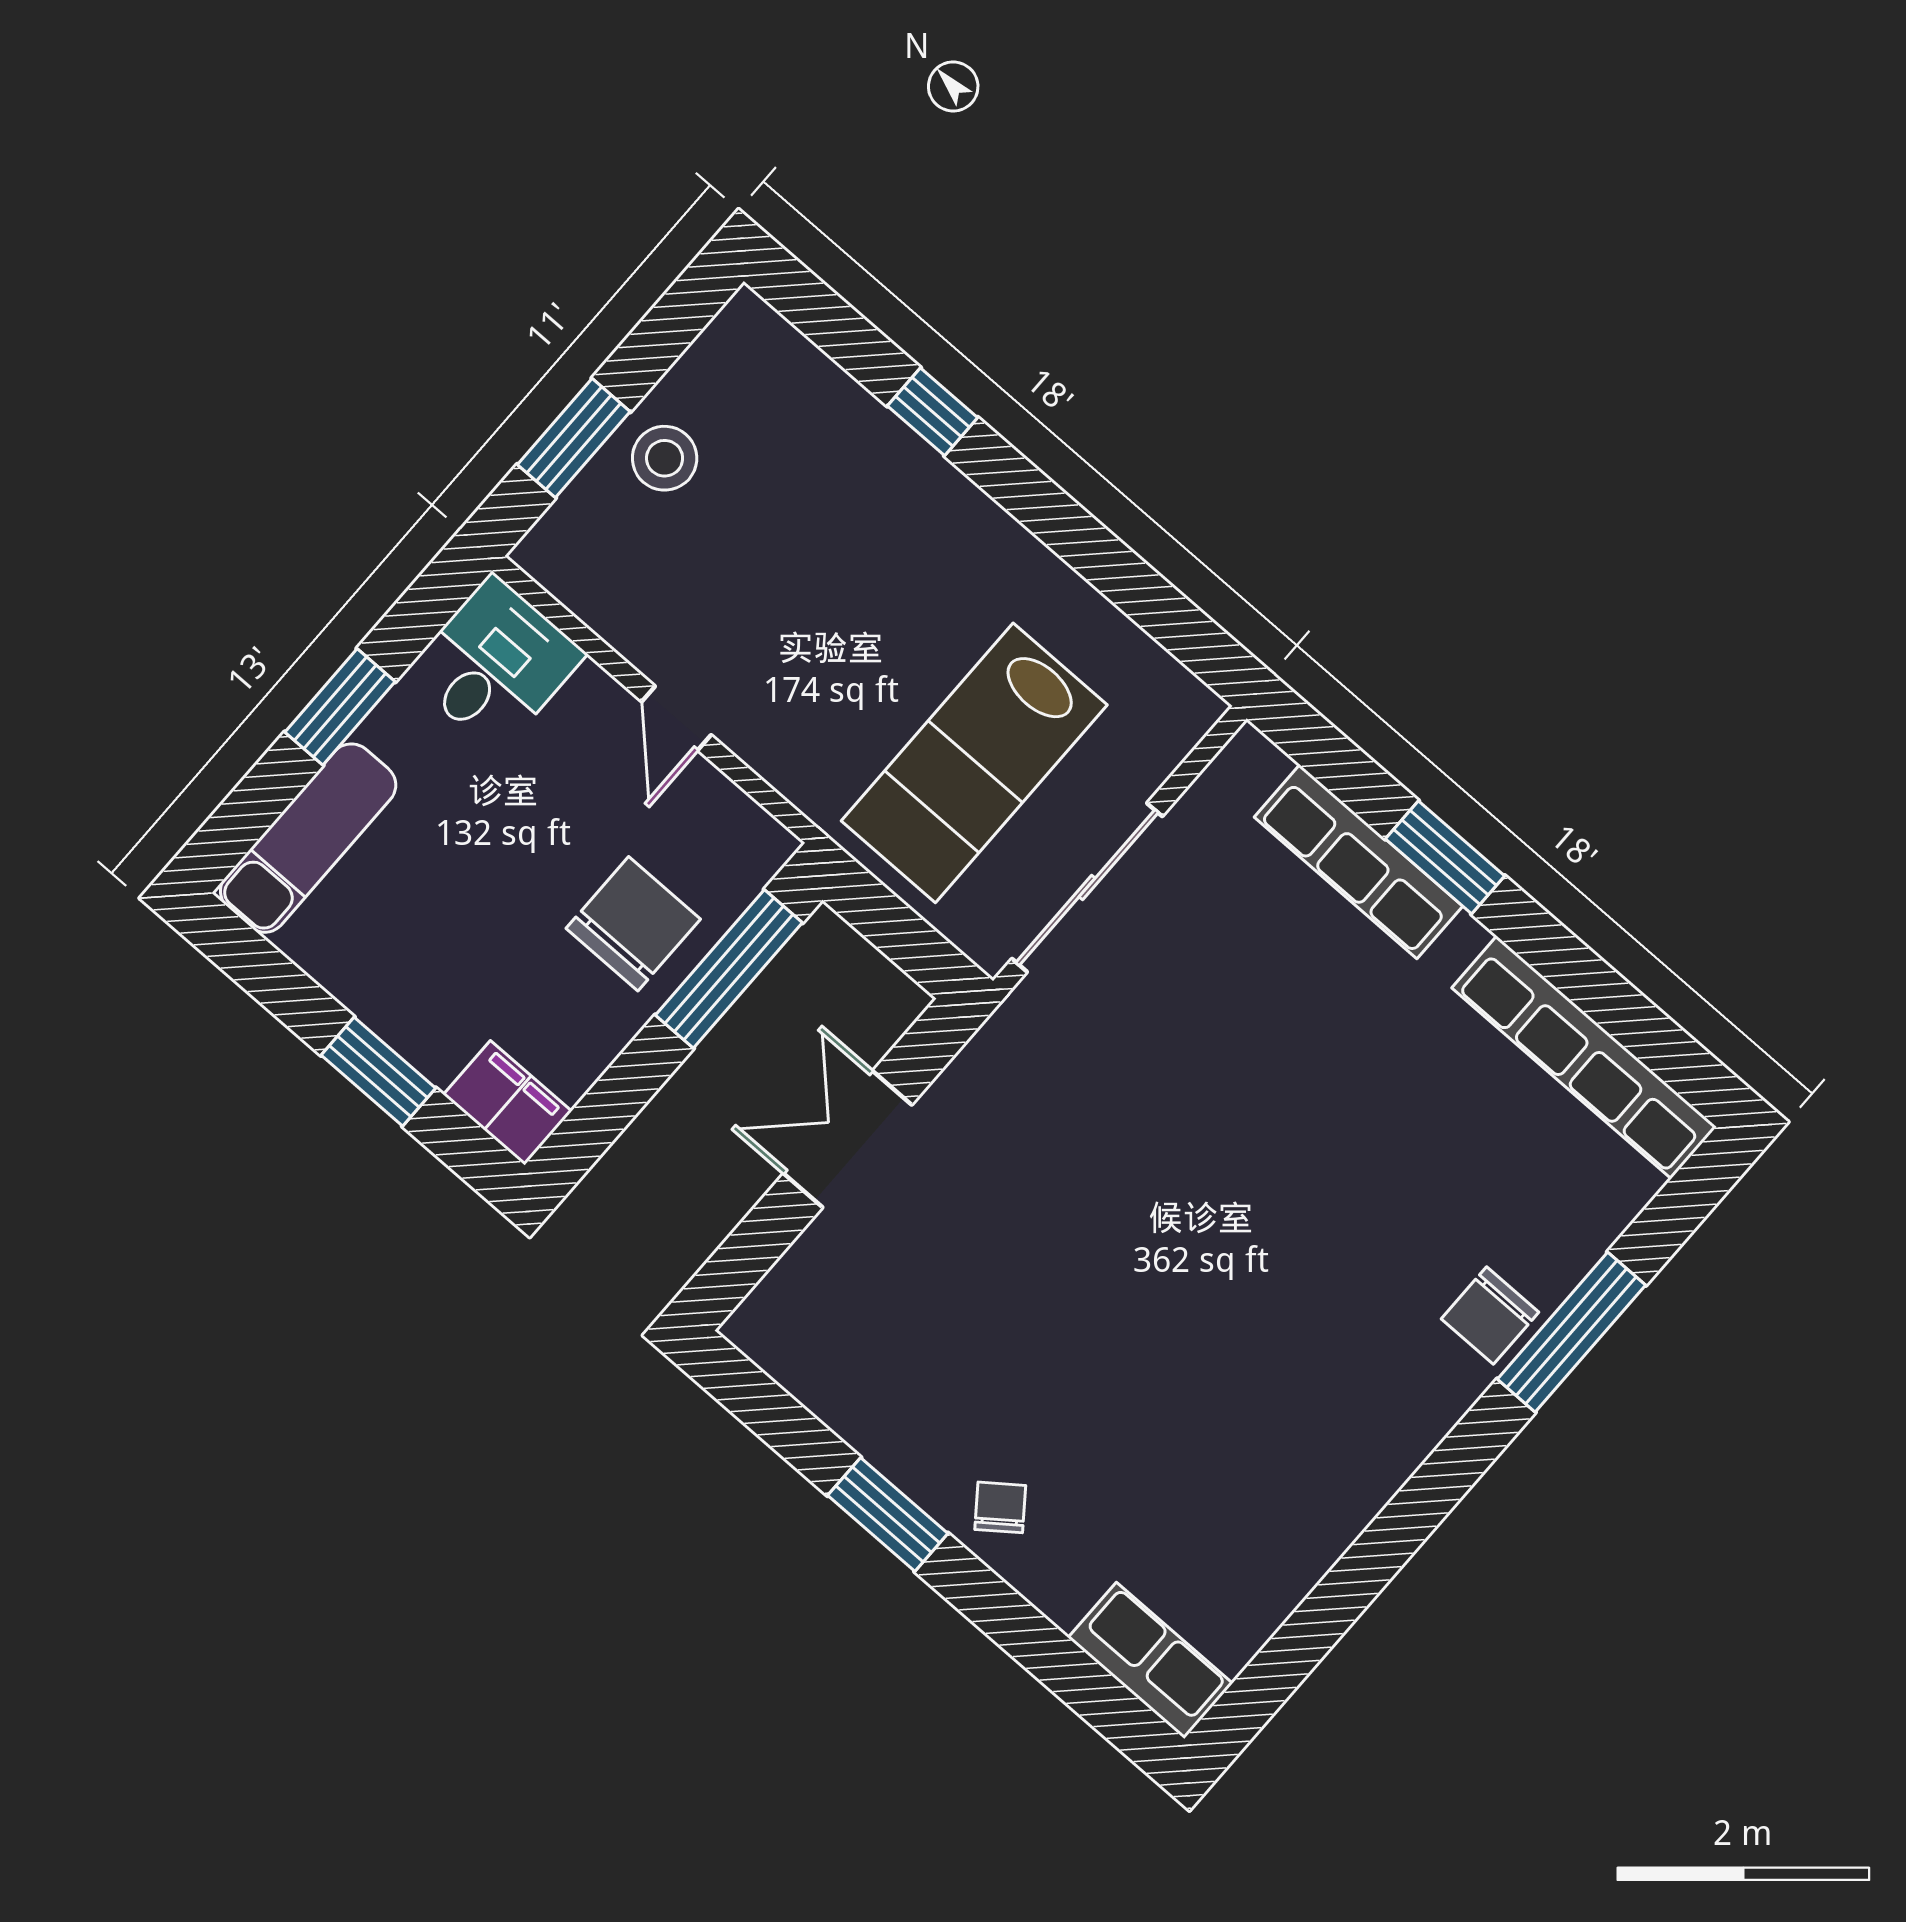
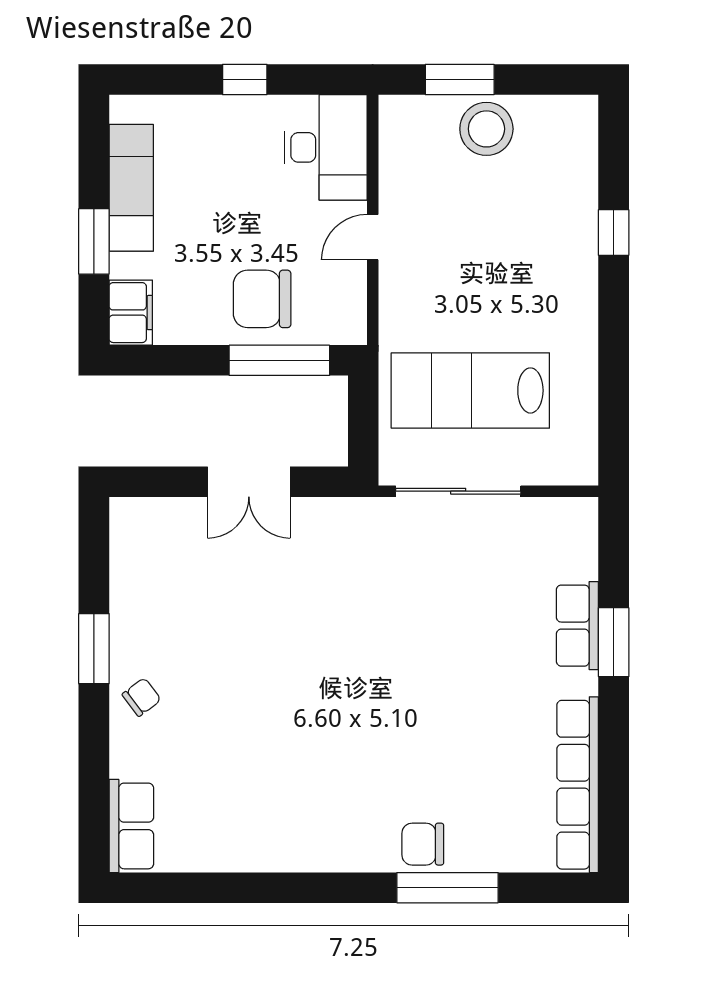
stool: (665, 458) -> (486, 129), width x1.38, depth x1.38
desk: (495, 664) -> (326, 147), width x1.37
window: (340, 707) -> (245, 80), width x0.67
exam couch: (308, 838) -> (131, 188), moved, turned -90
row of seats: (1358, 862) -> (577, 626), width x0.68
chair: (633, 924) -> (262, 299), turned 180
double door: (848, 1139) -> (249, 482), swing flipped

